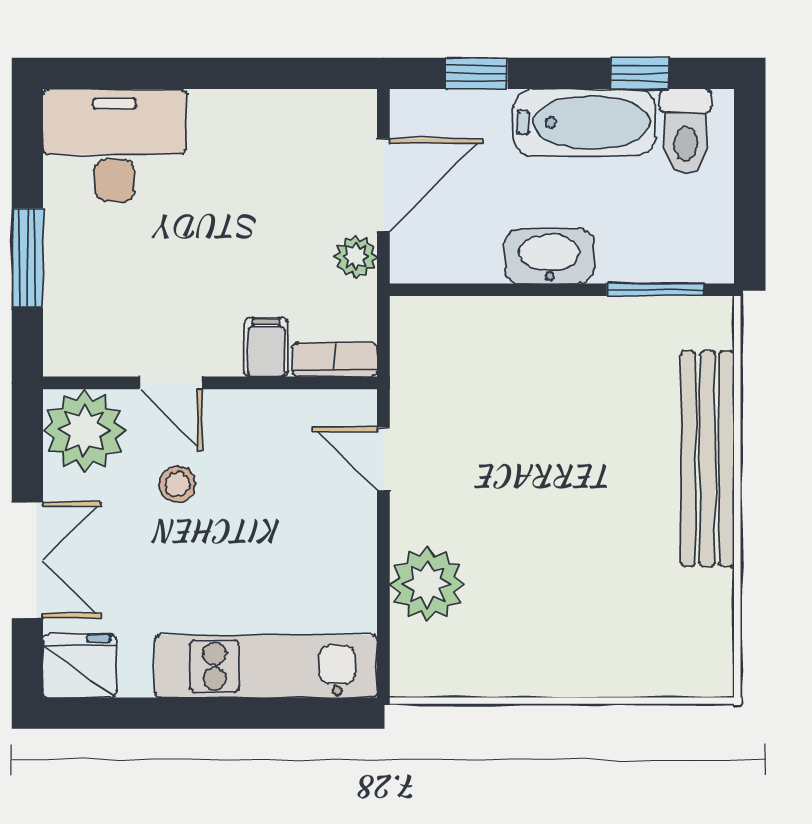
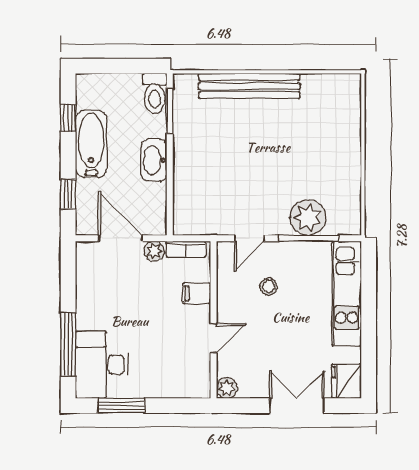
window: (157, 73) -> (68, 345), added
toilet: (686, 132) -> (155, 94), moved, turned 90
window: (27, 258) -> (121, 406), moved
bookcase: (335, 360) -> (186, 249), moved, turned -90
plant: (84, 431) -> (227, 388), width x0.53, depth x0.53
stool: (177, 484) -> (269, 287), moved
window: (383, 586) -> (309, 238), added

